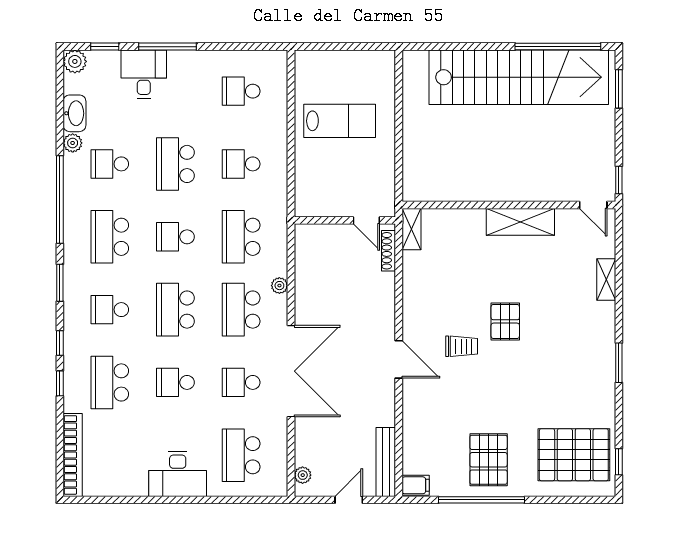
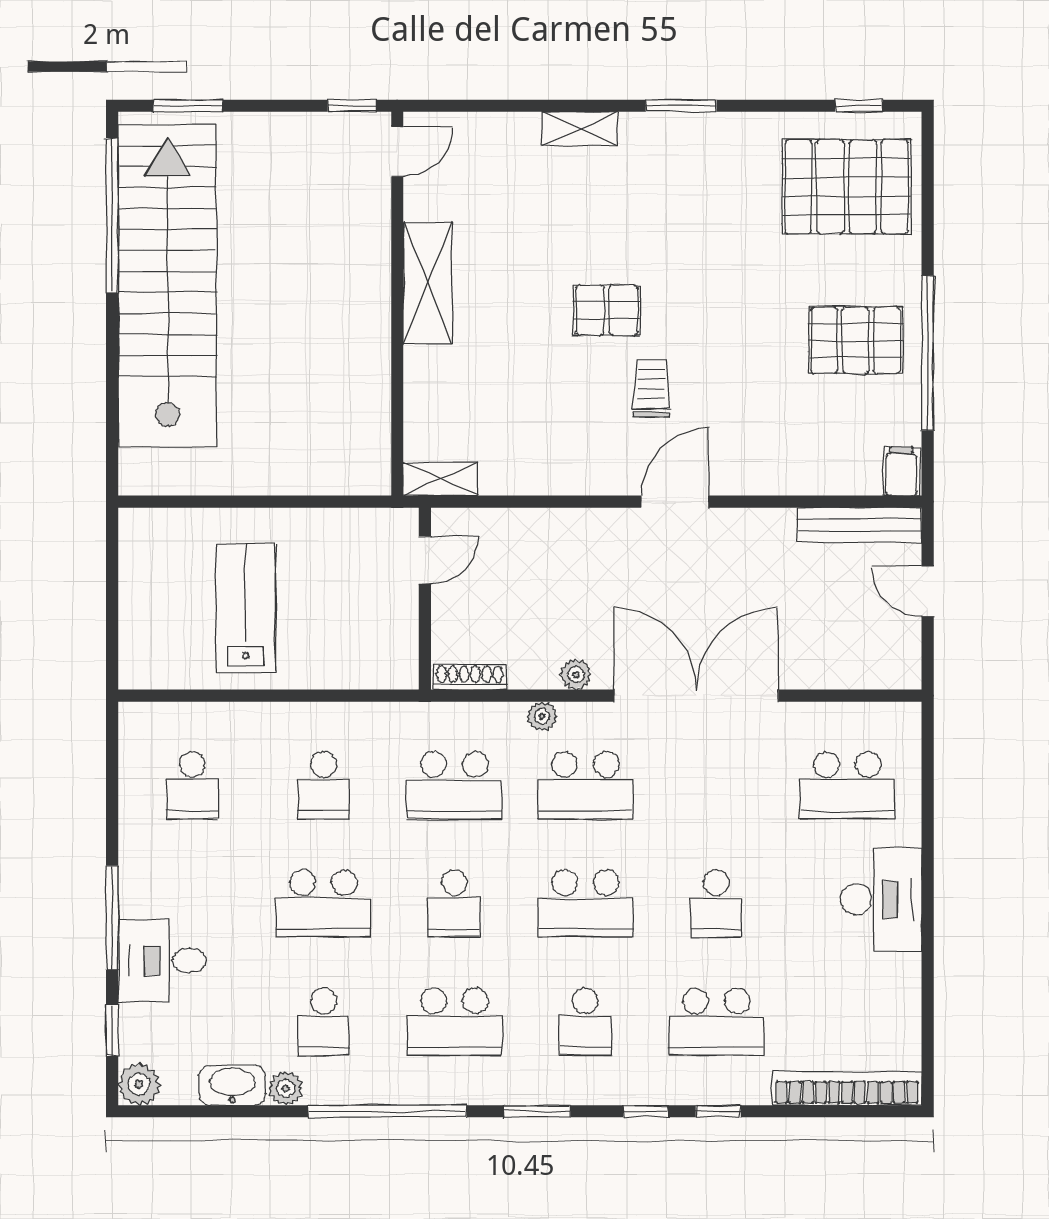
shoe rack: (389, 251) -> (470, 677), moved, turned 180
shelving: (606, 279) -> (580, 129), moved
school desk: (241, 382) -> (716, 785), removed
pallet: (574, 455) -> (847, 187), turned 90
plant: (303, 475) -> (576, 674), moved

